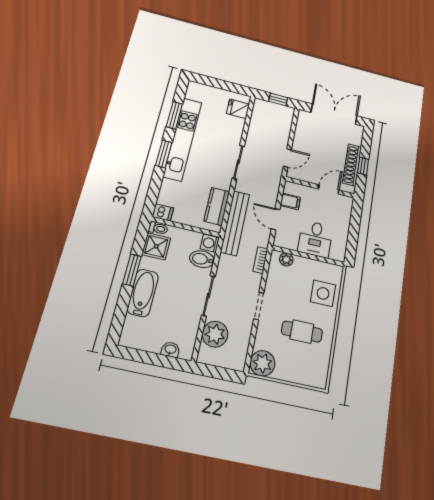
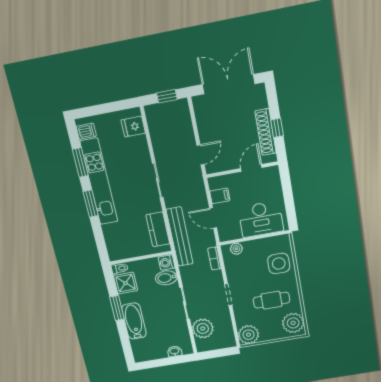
dishwasher: (163, 212) -> (86, 131), moved
desk: (315, 239) -> (261, 219), width x1.37
plant: (316, 369) -> (293, 323), added

